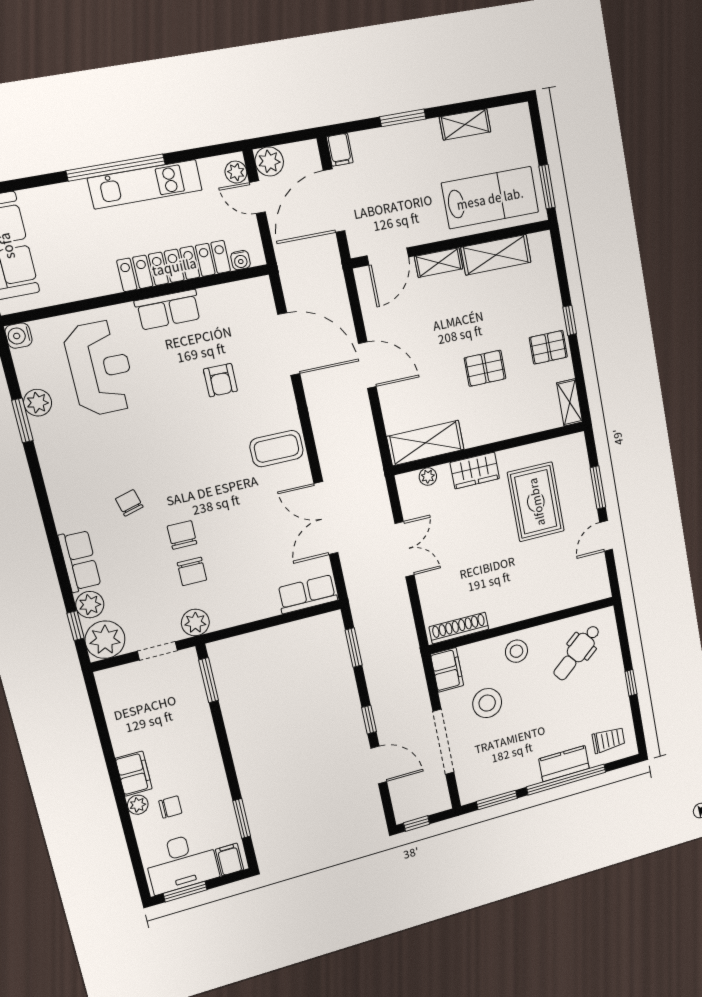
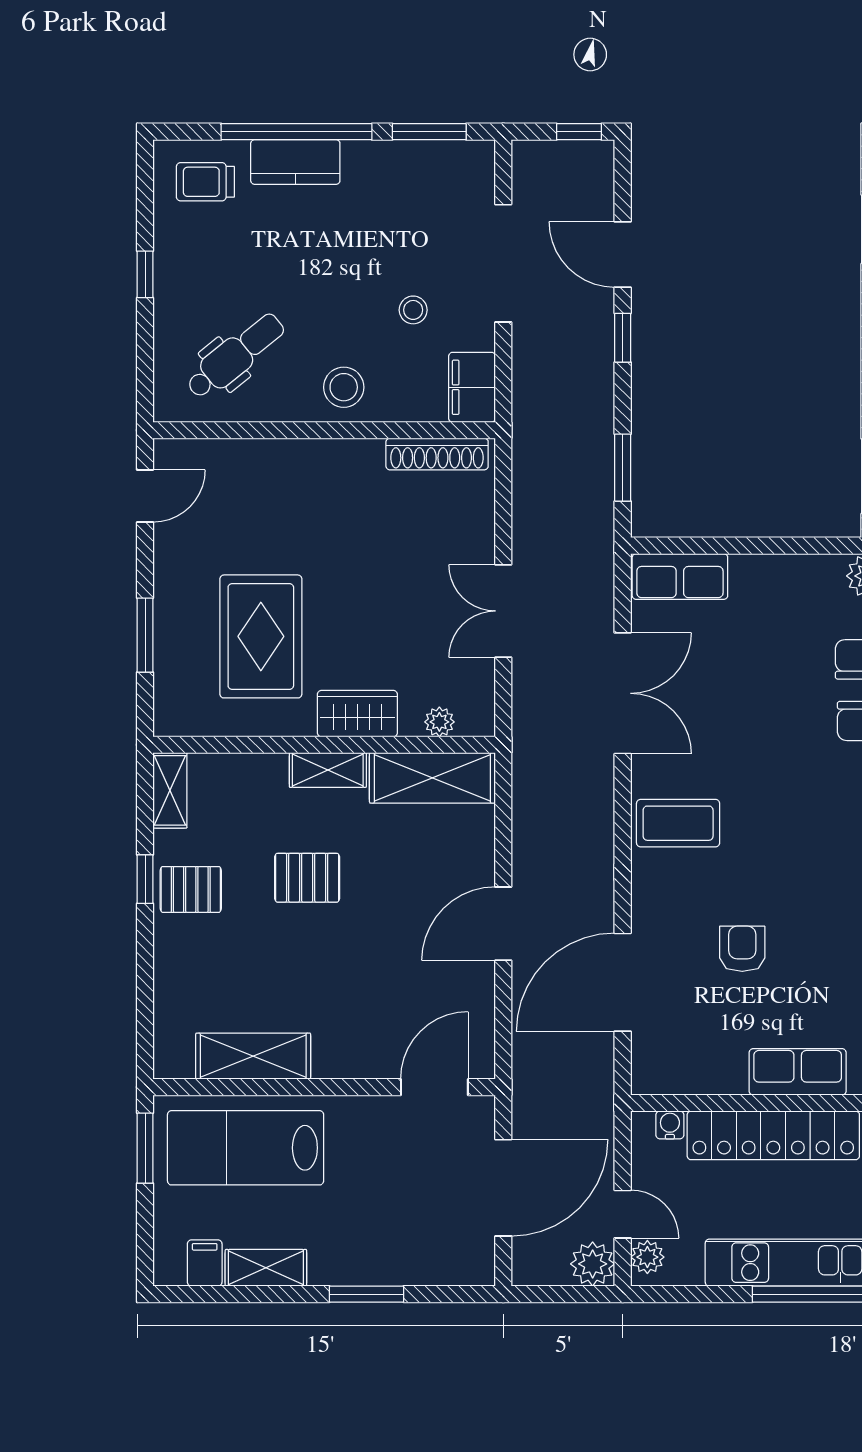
filing cabinet: (340, 150) -> (205, 1263), moved
shelving: (439, 263) -> (328, 770), moved
window: (570, 320) -> (145, 879), moved
door: (289, 344) -> (623, 982), hinge flipped
door: (367, 365) -> (503, 924), hinge flipped
door: (606, 536) -> (145, 496), moved
stool: (487, 703) -> (413, 310), width x0.53, depth x0.53

